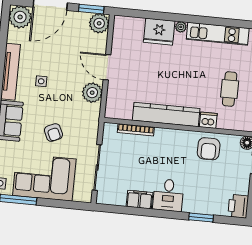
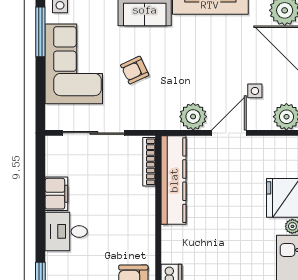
side table: (41, 81) -> (255, 91), moved
kitchen counter: (166, 114) -> (174, 180), moved
bookcase: (136, 130) -> (149, 162), moved

